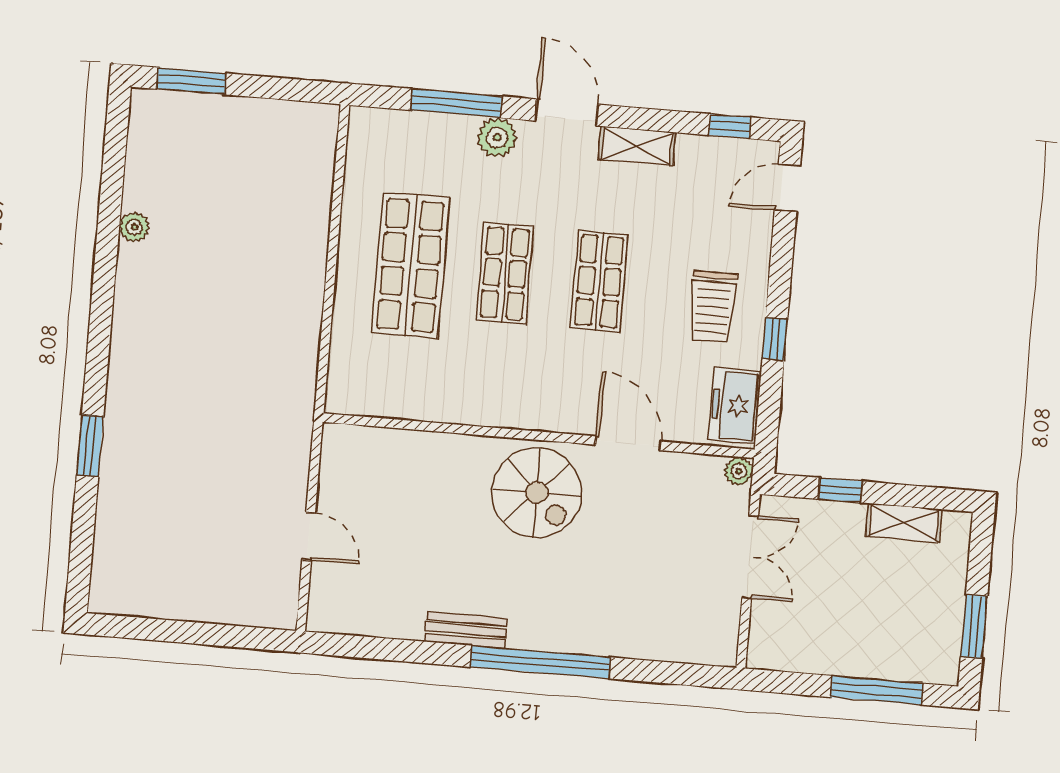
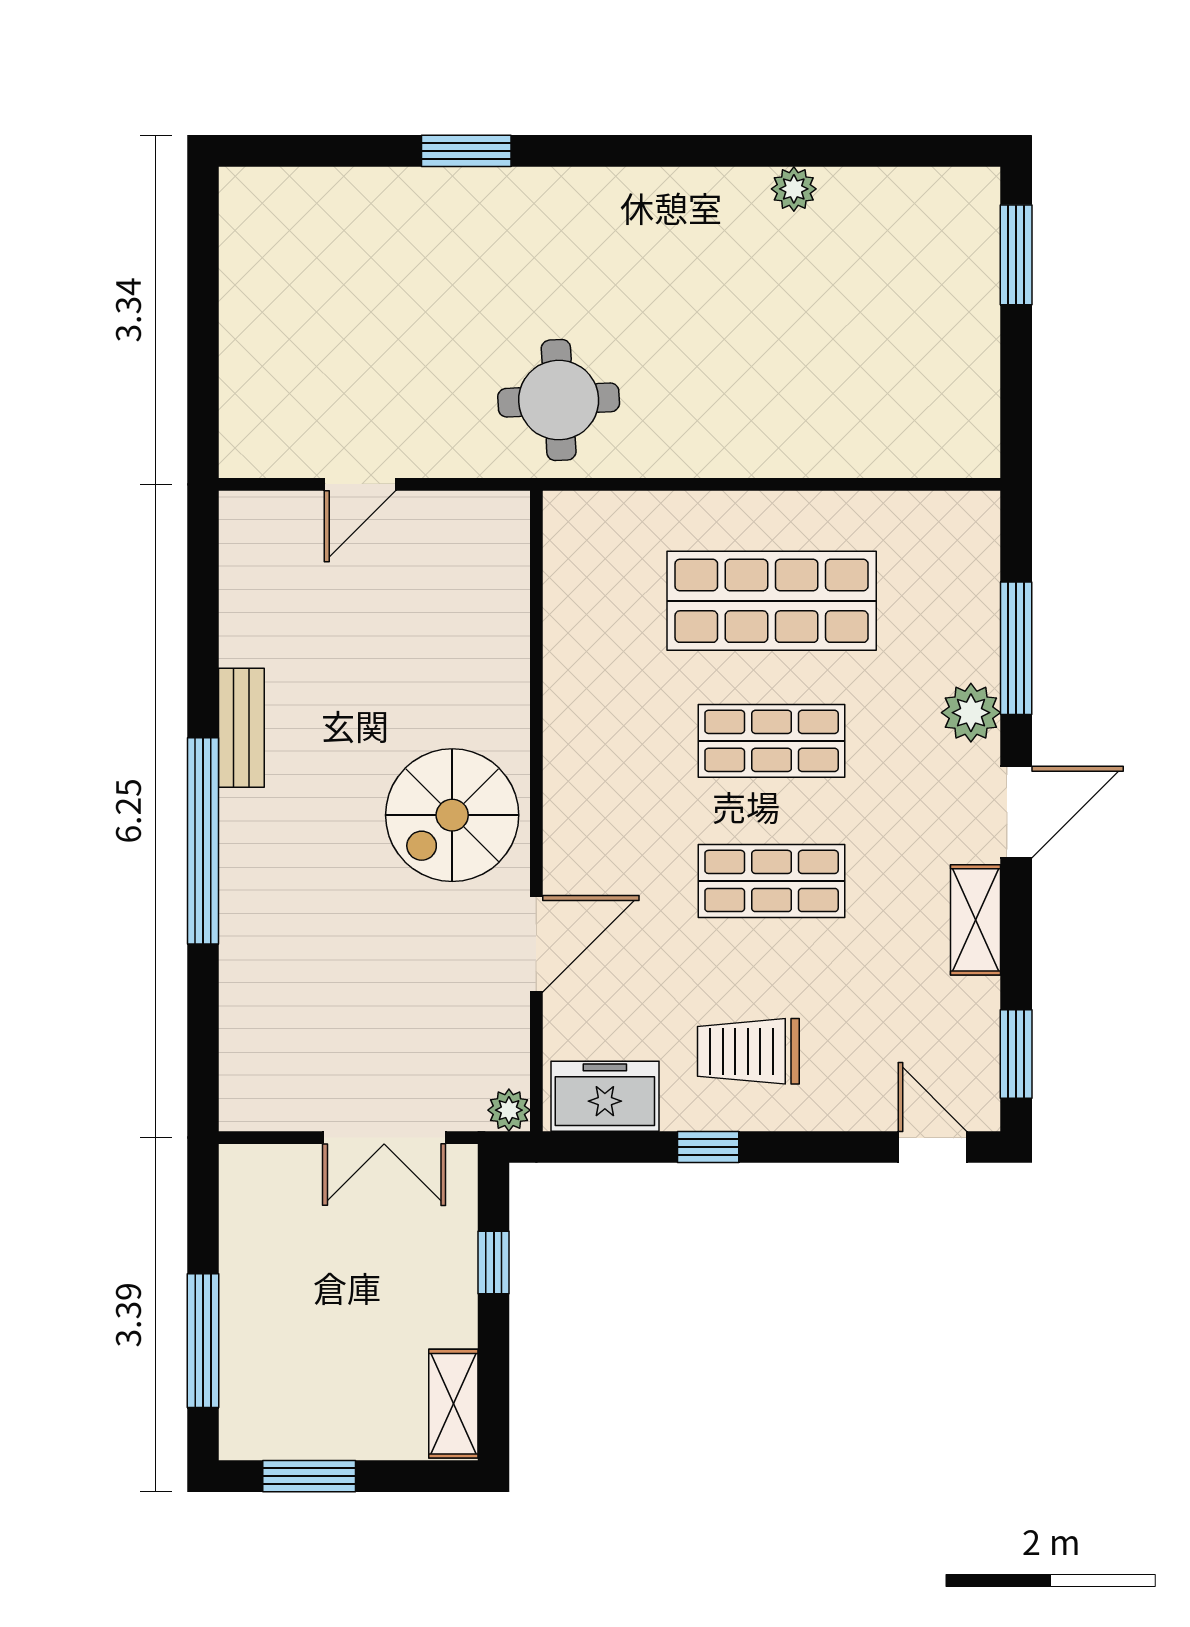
window: (730, 126) -> (1016, 1054), width x1.50
round table: (263, 397) -> (559, 400), added
shelving: (904, 523) -> (453, 1404), moved

